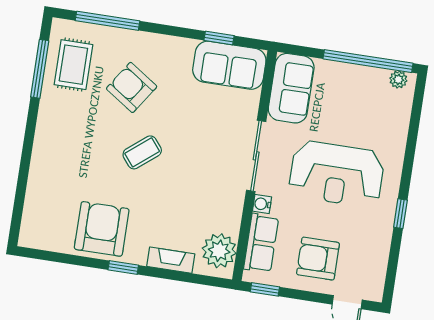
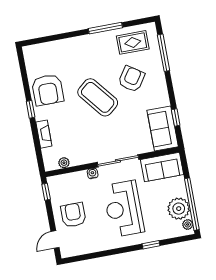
window: (40, 69) -> (105, 28), moved
plant: (368, 85) -> (179, 209), added
coffee table: (142, 152) -> (98, 97), width x1.86, depth x1.72
window: (400, 214) -> (151, 245), moved
armchair: (102, 229) -> (48, 90), turned 90
row of seats: (261, 243) -> (71, 181), removed
plant: (219, 251) -> (64, 163), width x0.53, depth x0.53

